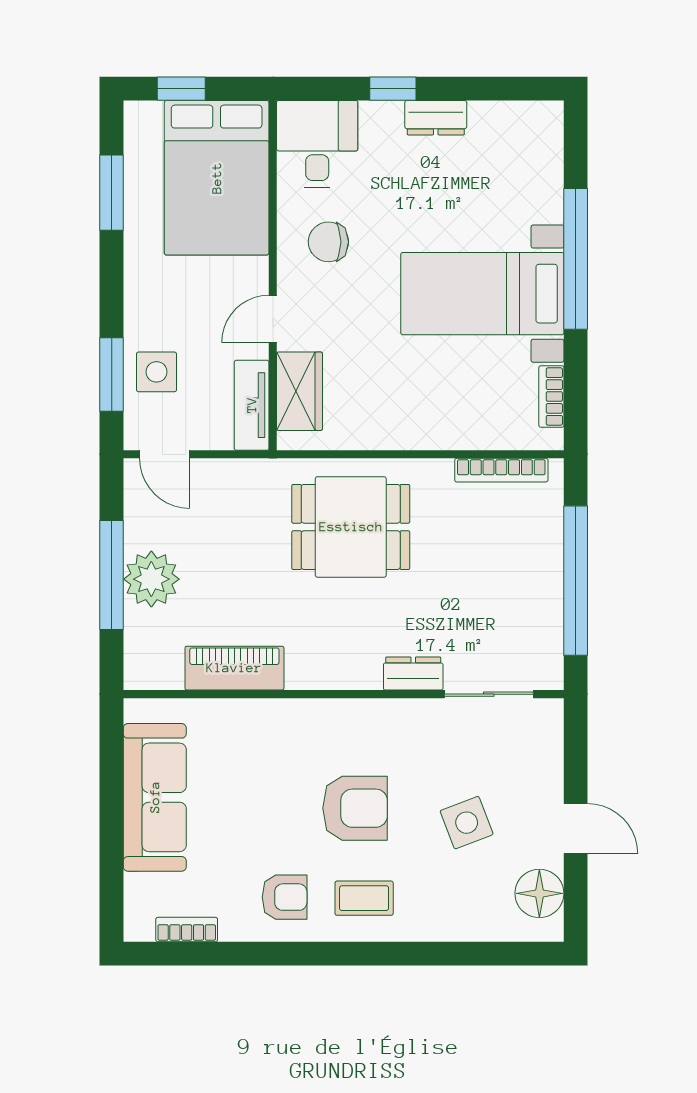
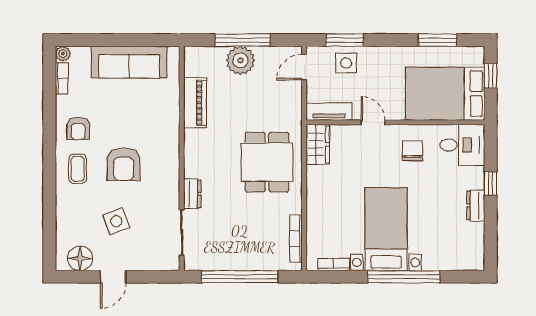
wardrobe: (300, 391) -> (318, 144), moved, turned -90
plant: (138, 927) -> (63, 54), added

